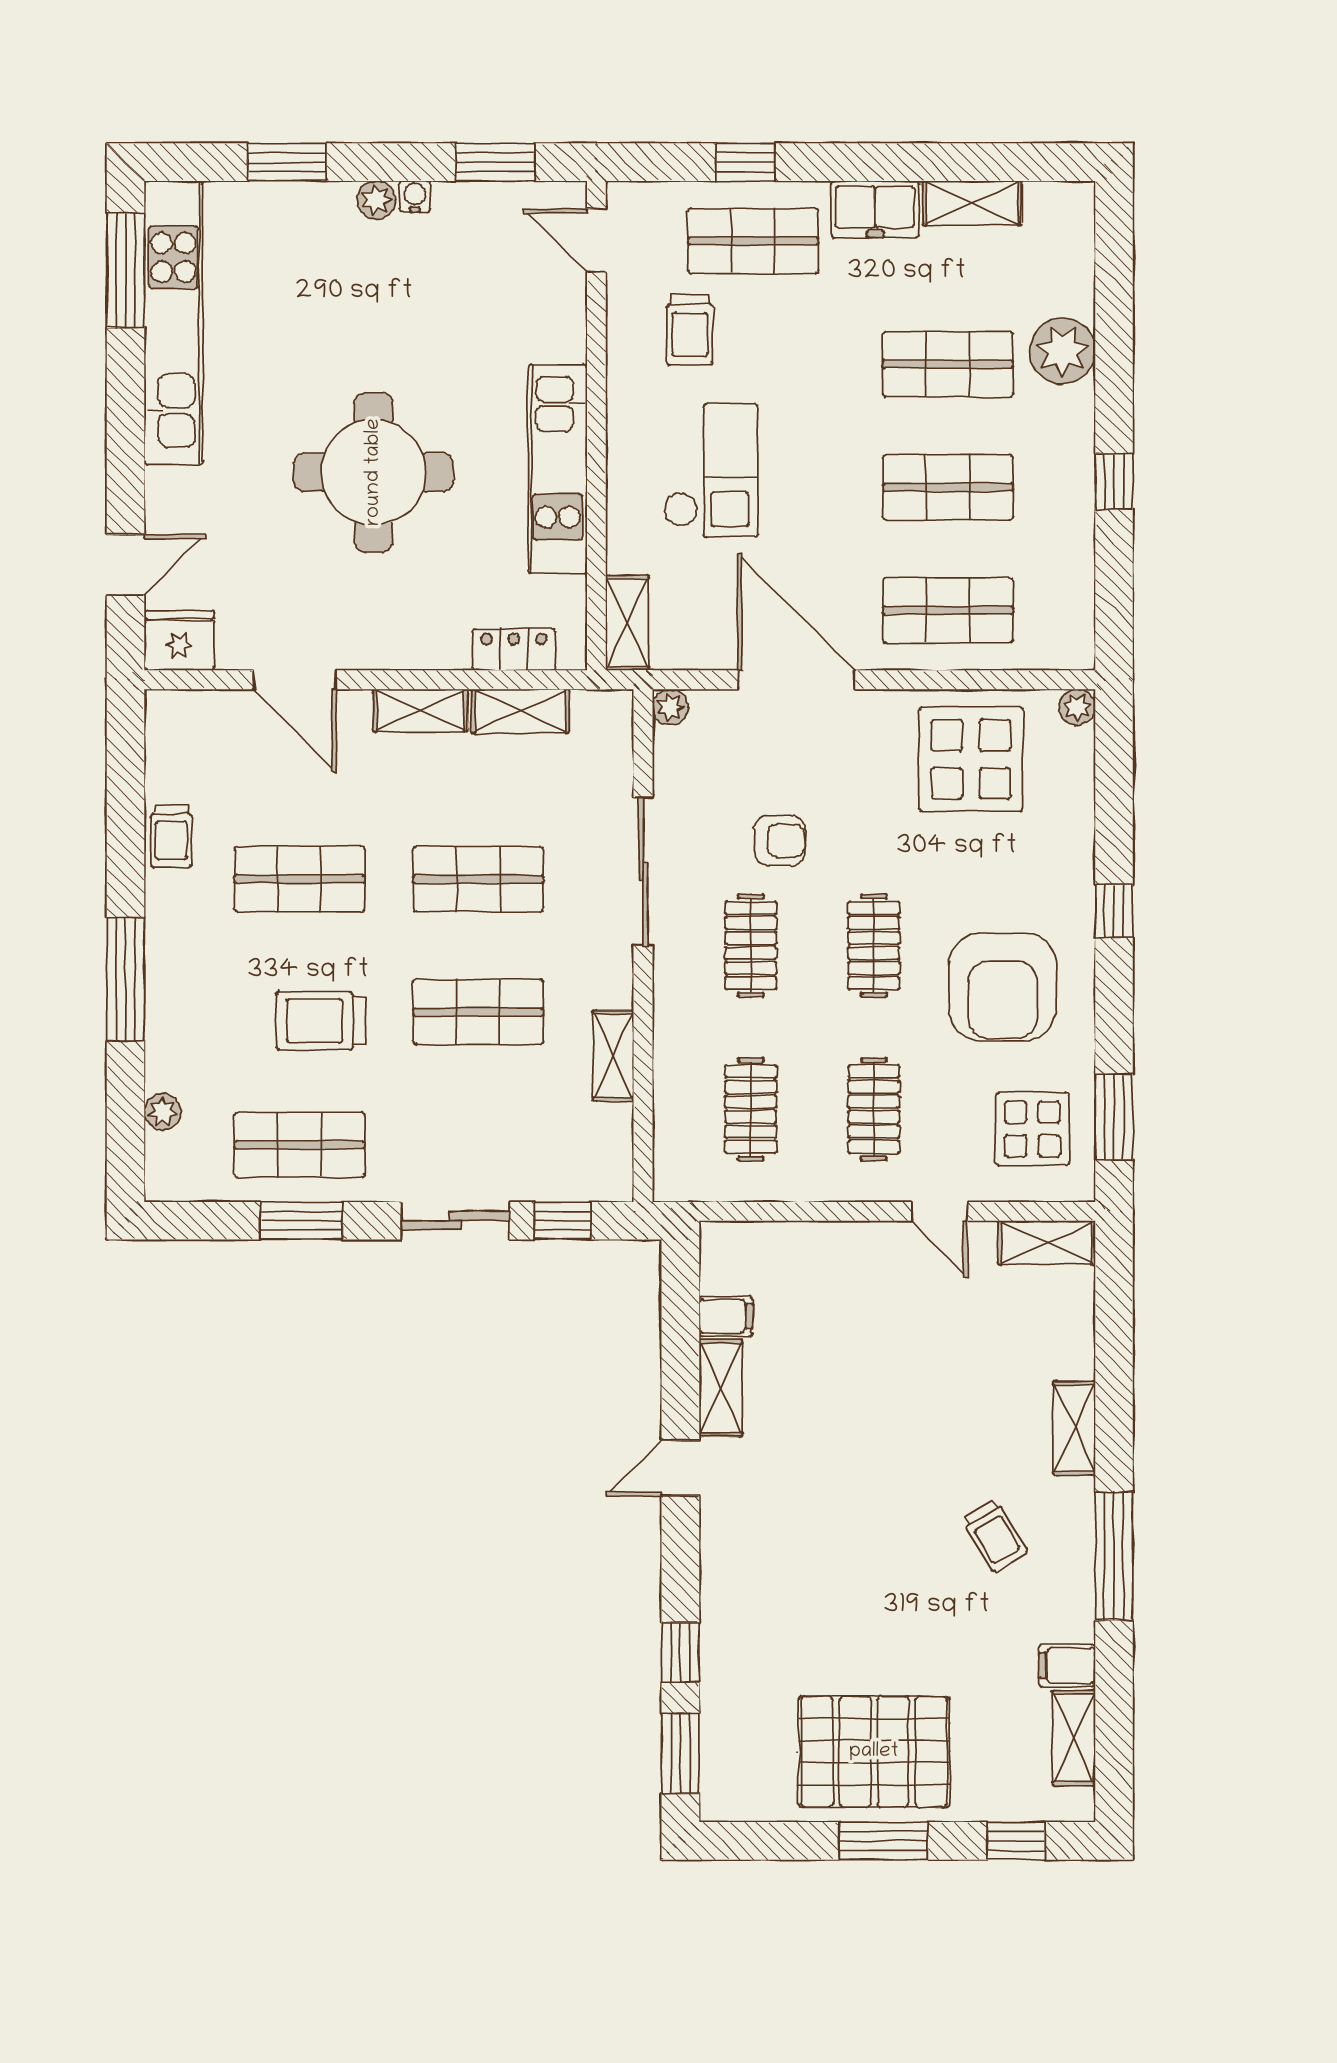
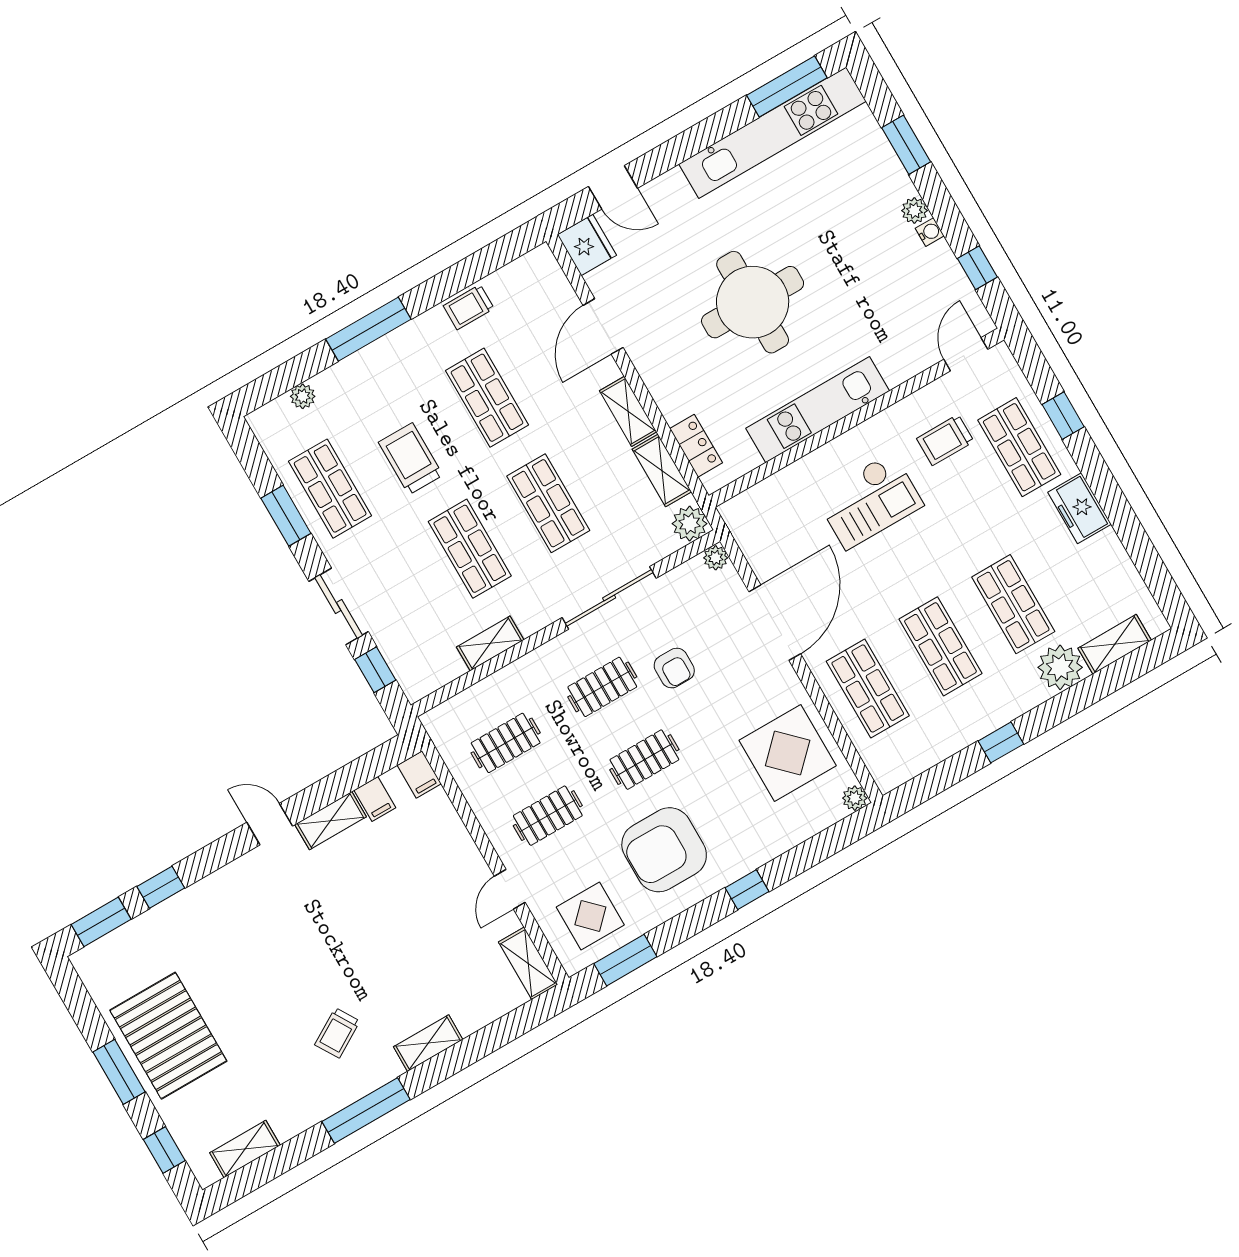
window: (495, 162) -> (977, 268), width x0.67
shelving: (972, 203) -> (1115, 644), moved, turned 90
shelving: (627, 623) -> (751, 503), removed
plant: (608, 715) -> (690, 524), added
filing cabinet: (1067, 1665) -> (419, 774), moved, turned 180

